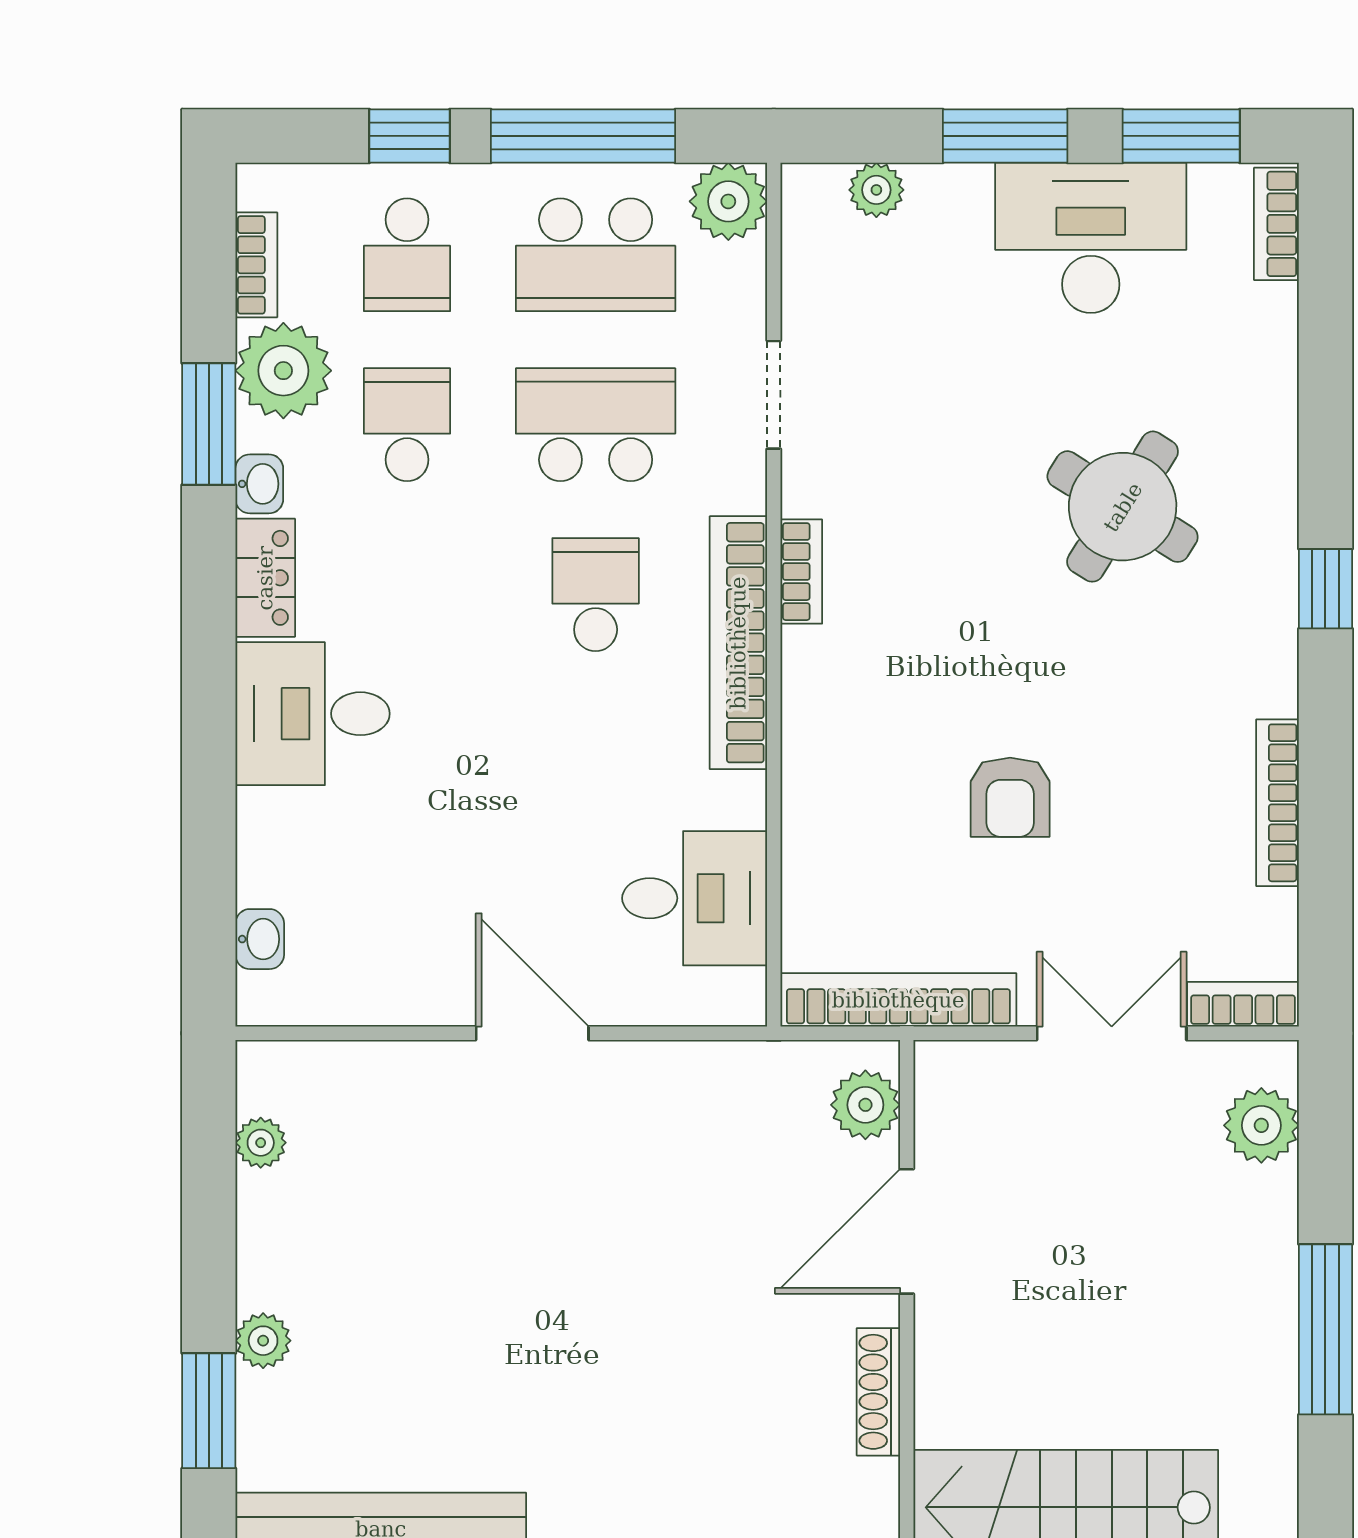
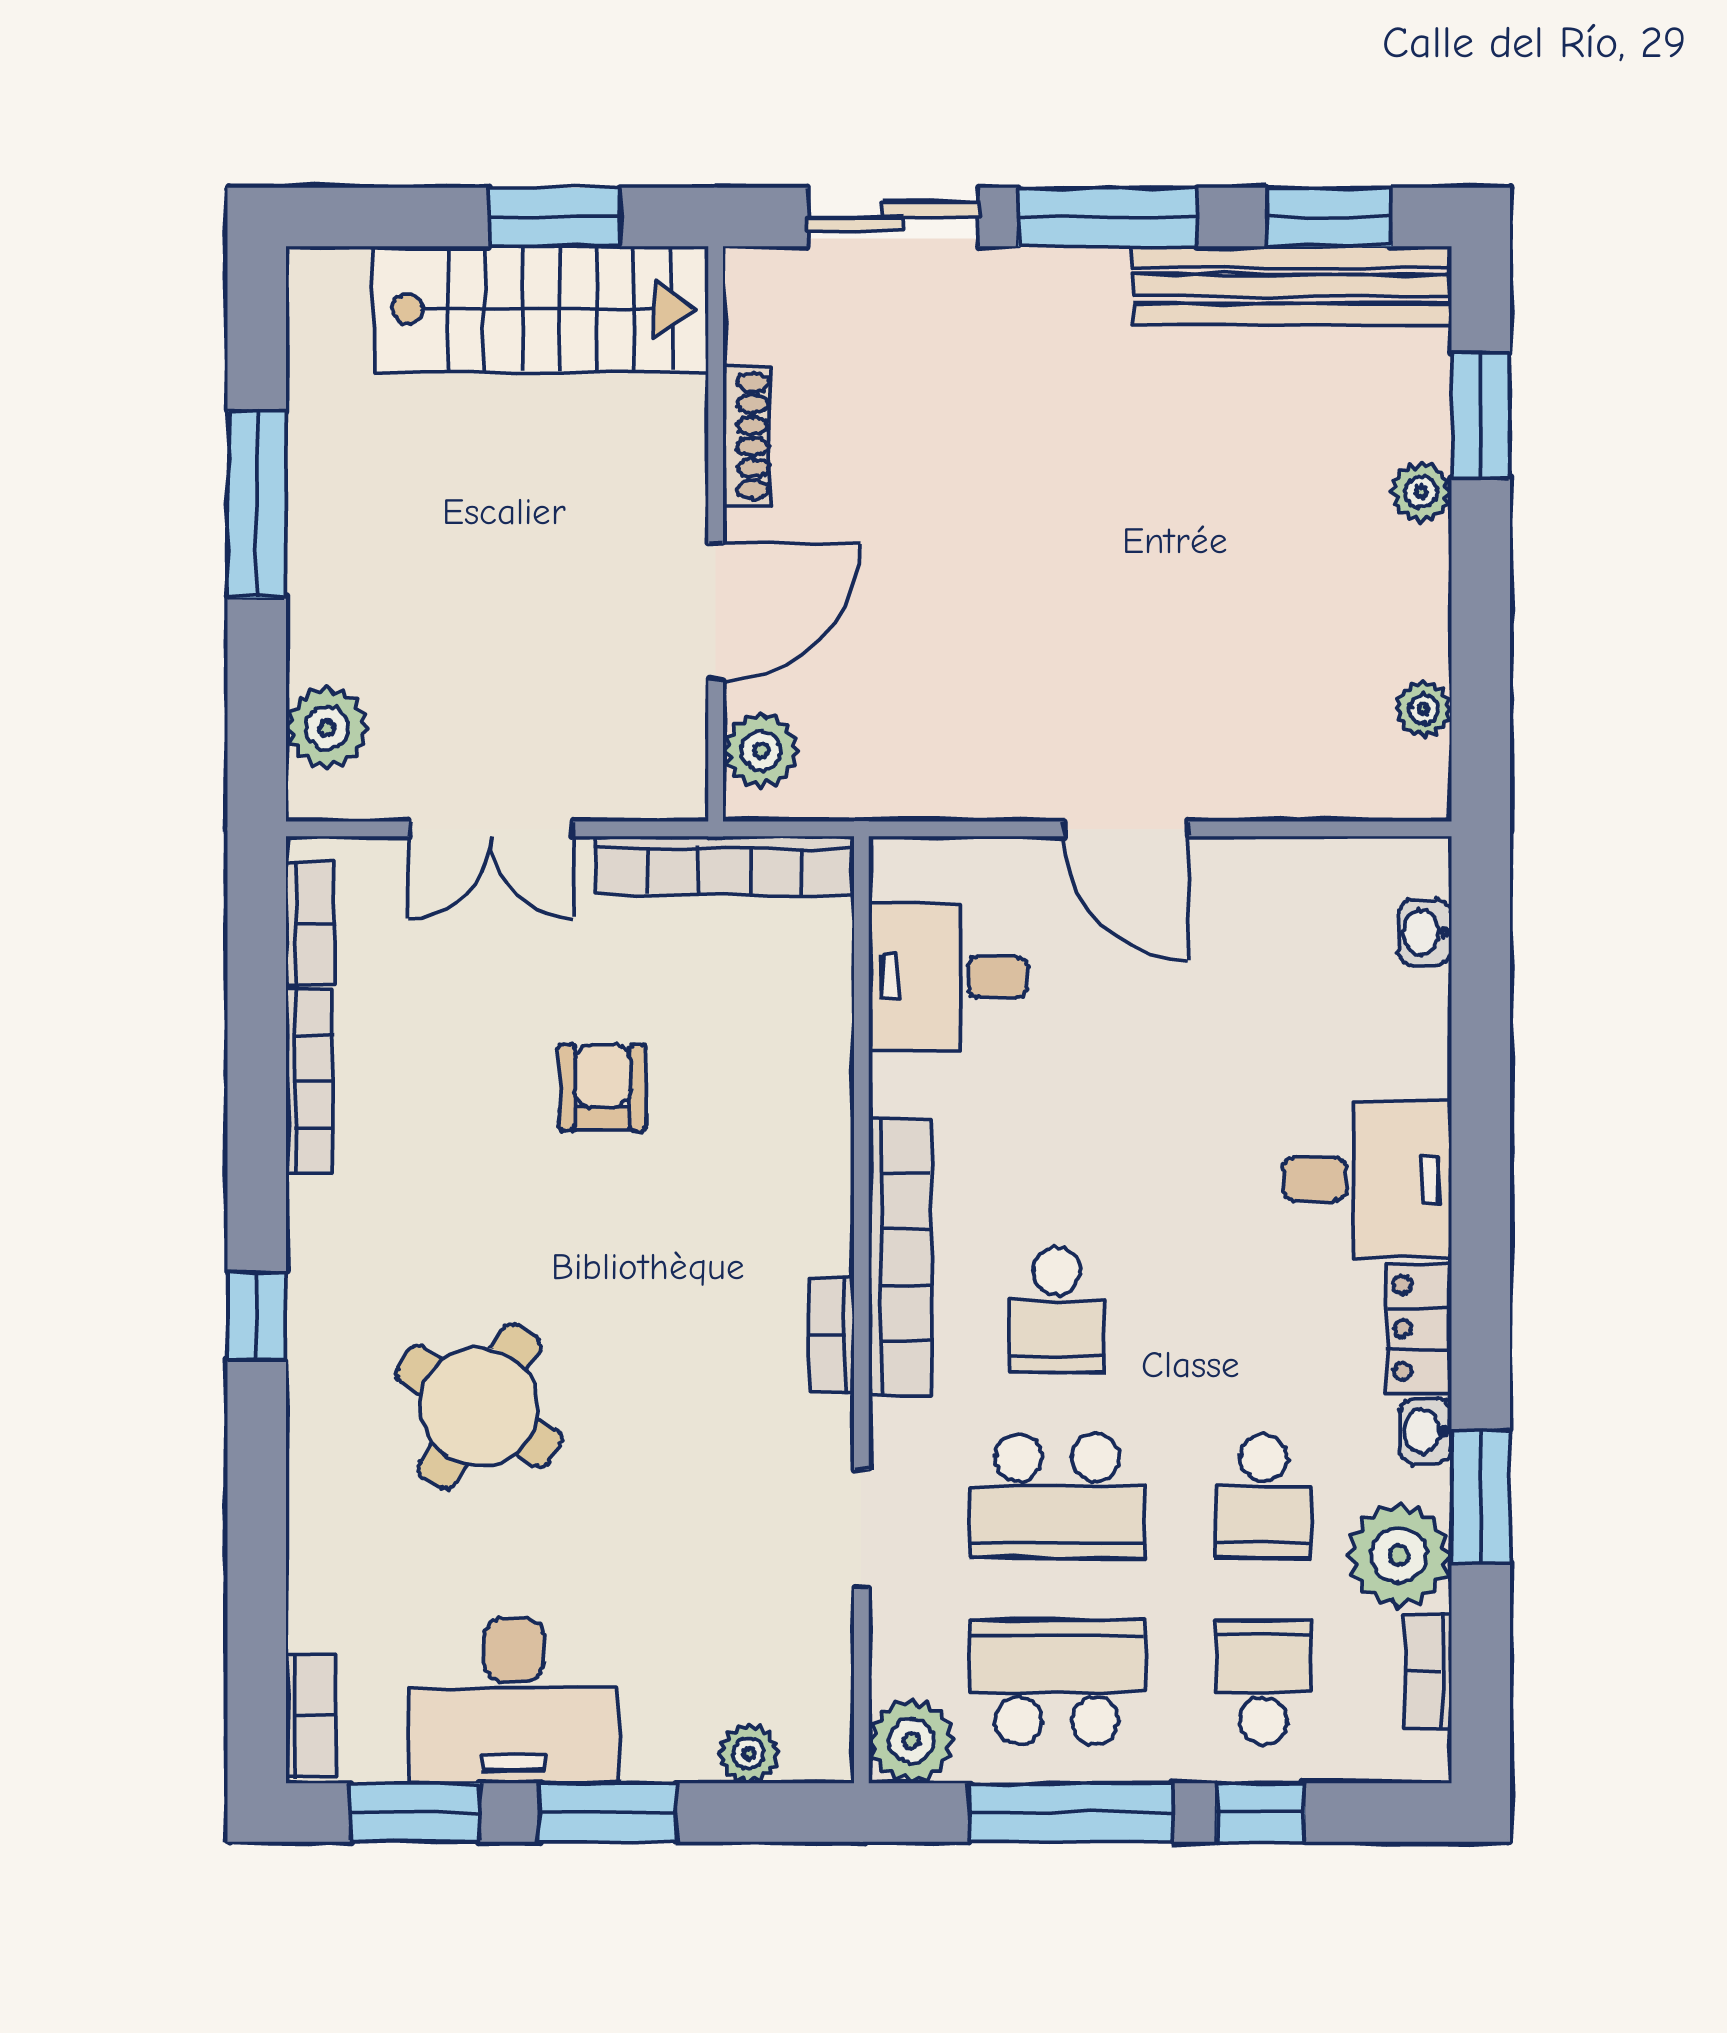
bookcase: (1243, 1004) -> (310, 923), moved, turned -90

